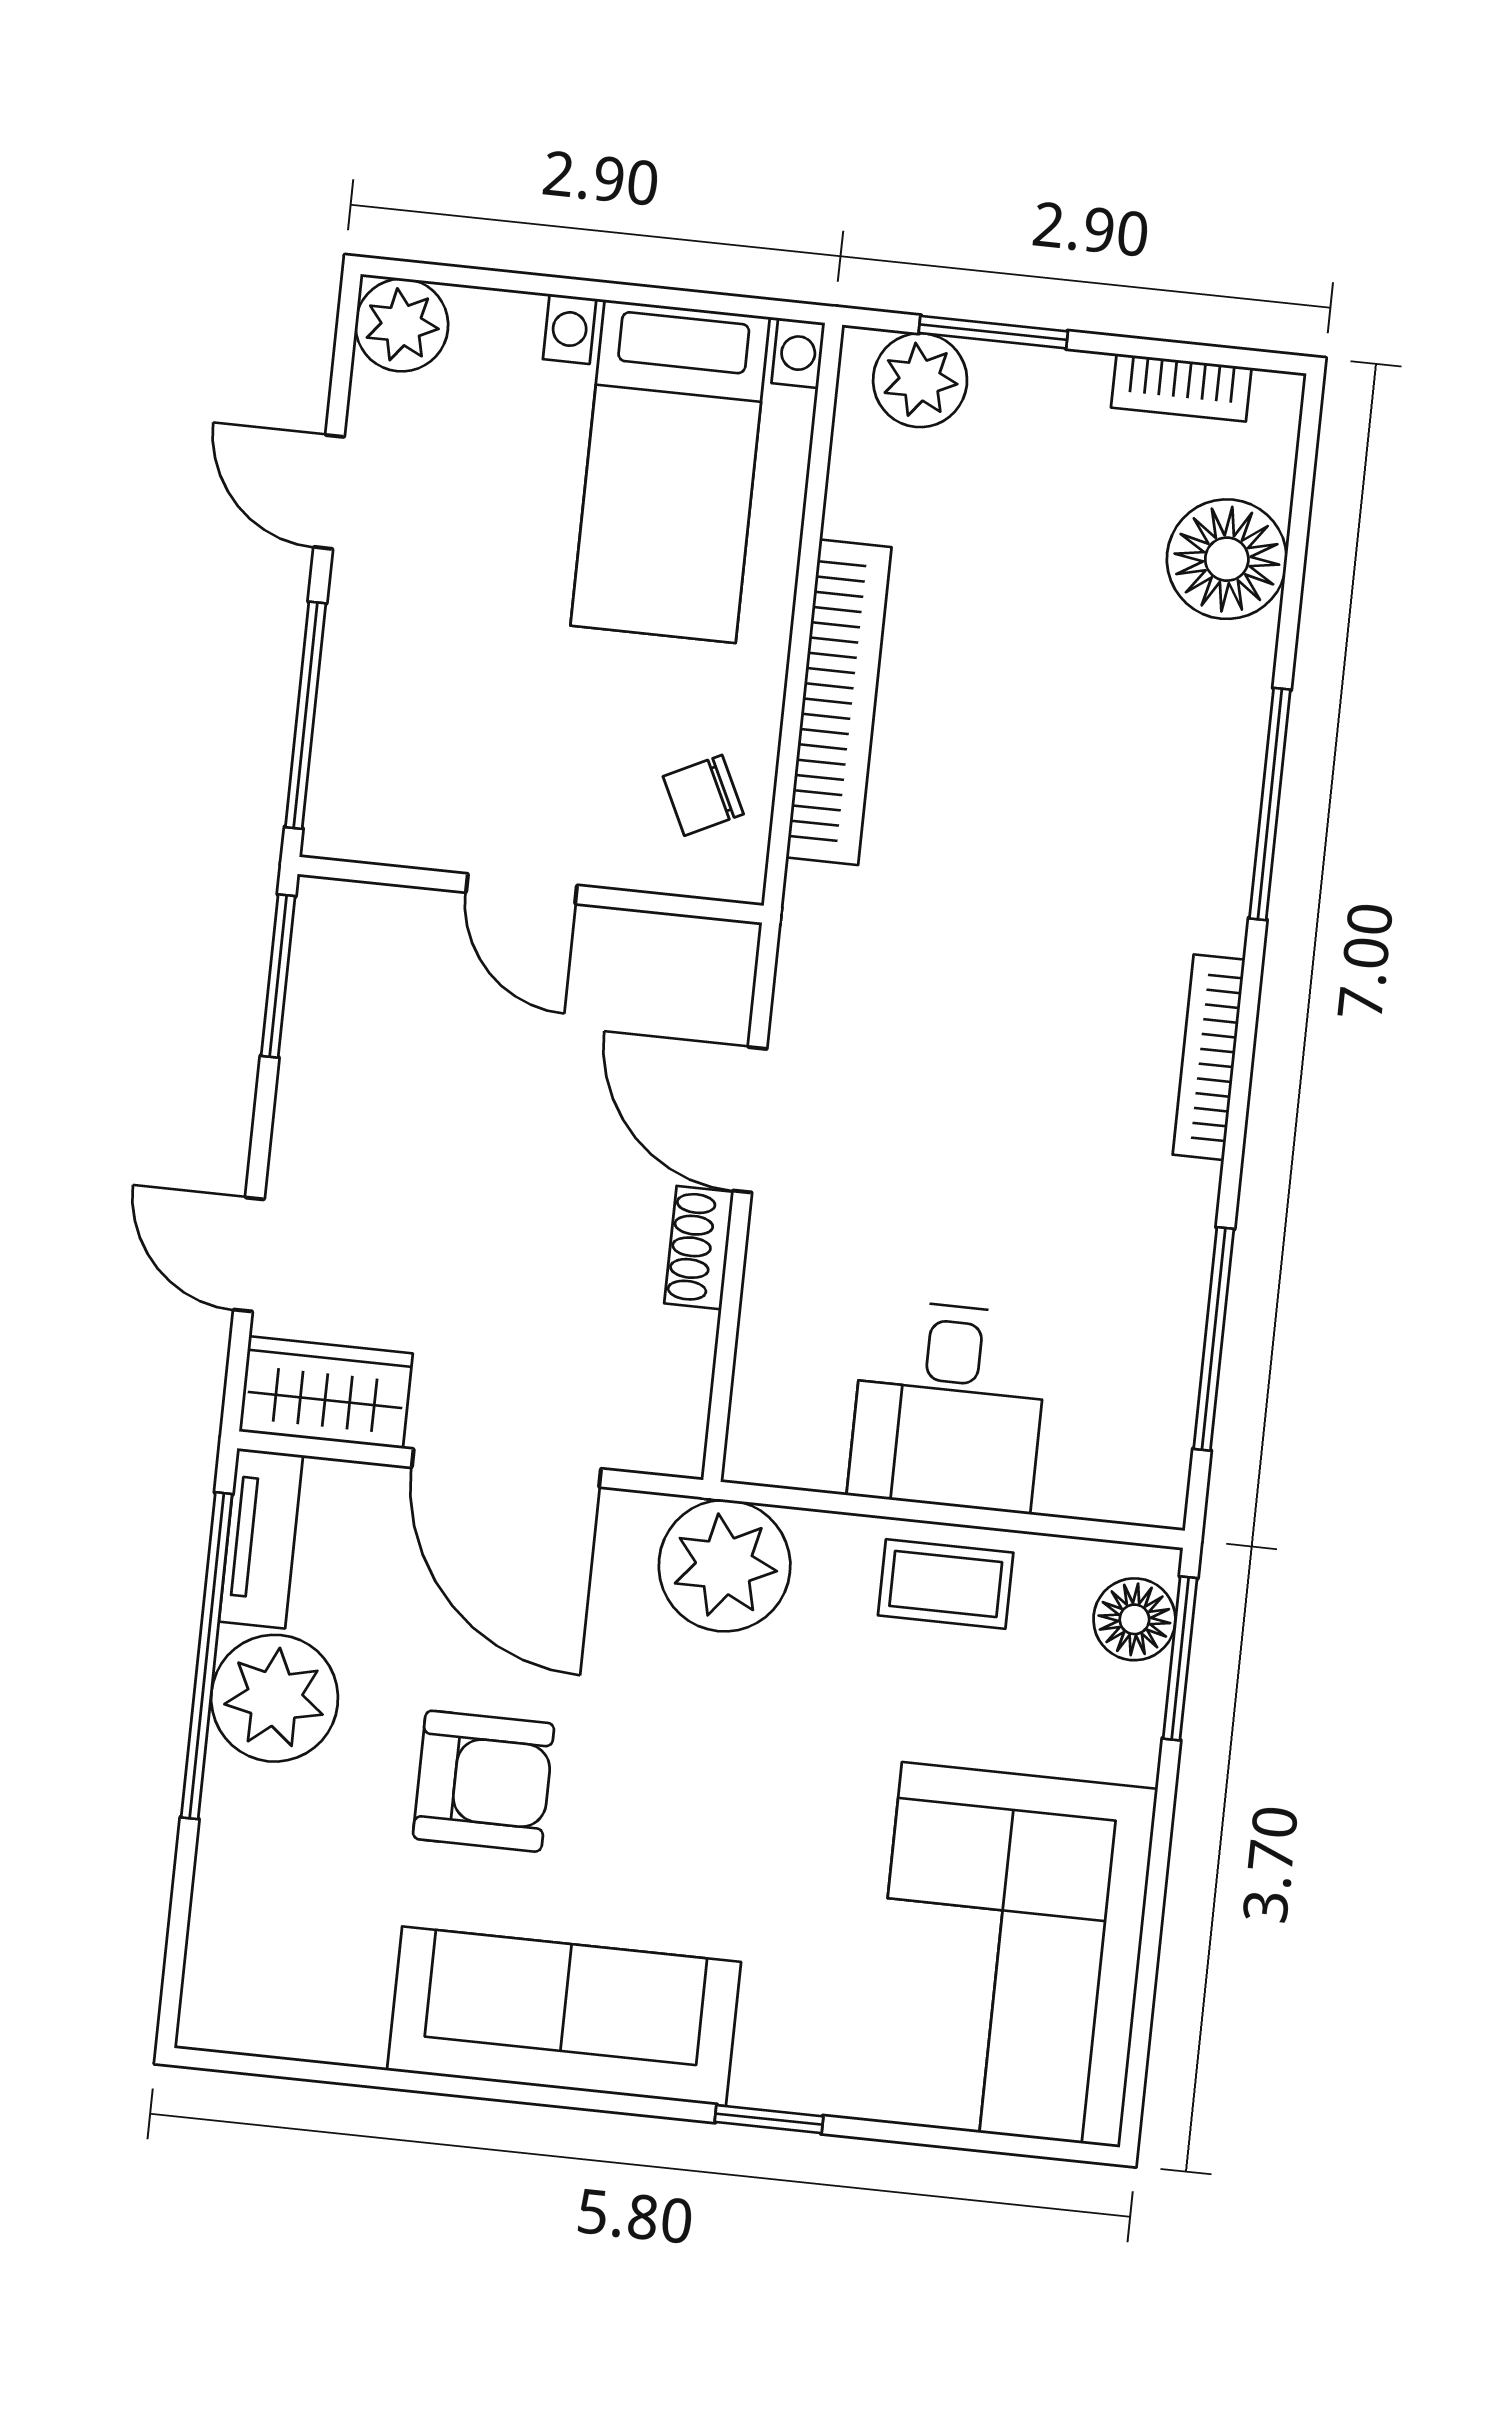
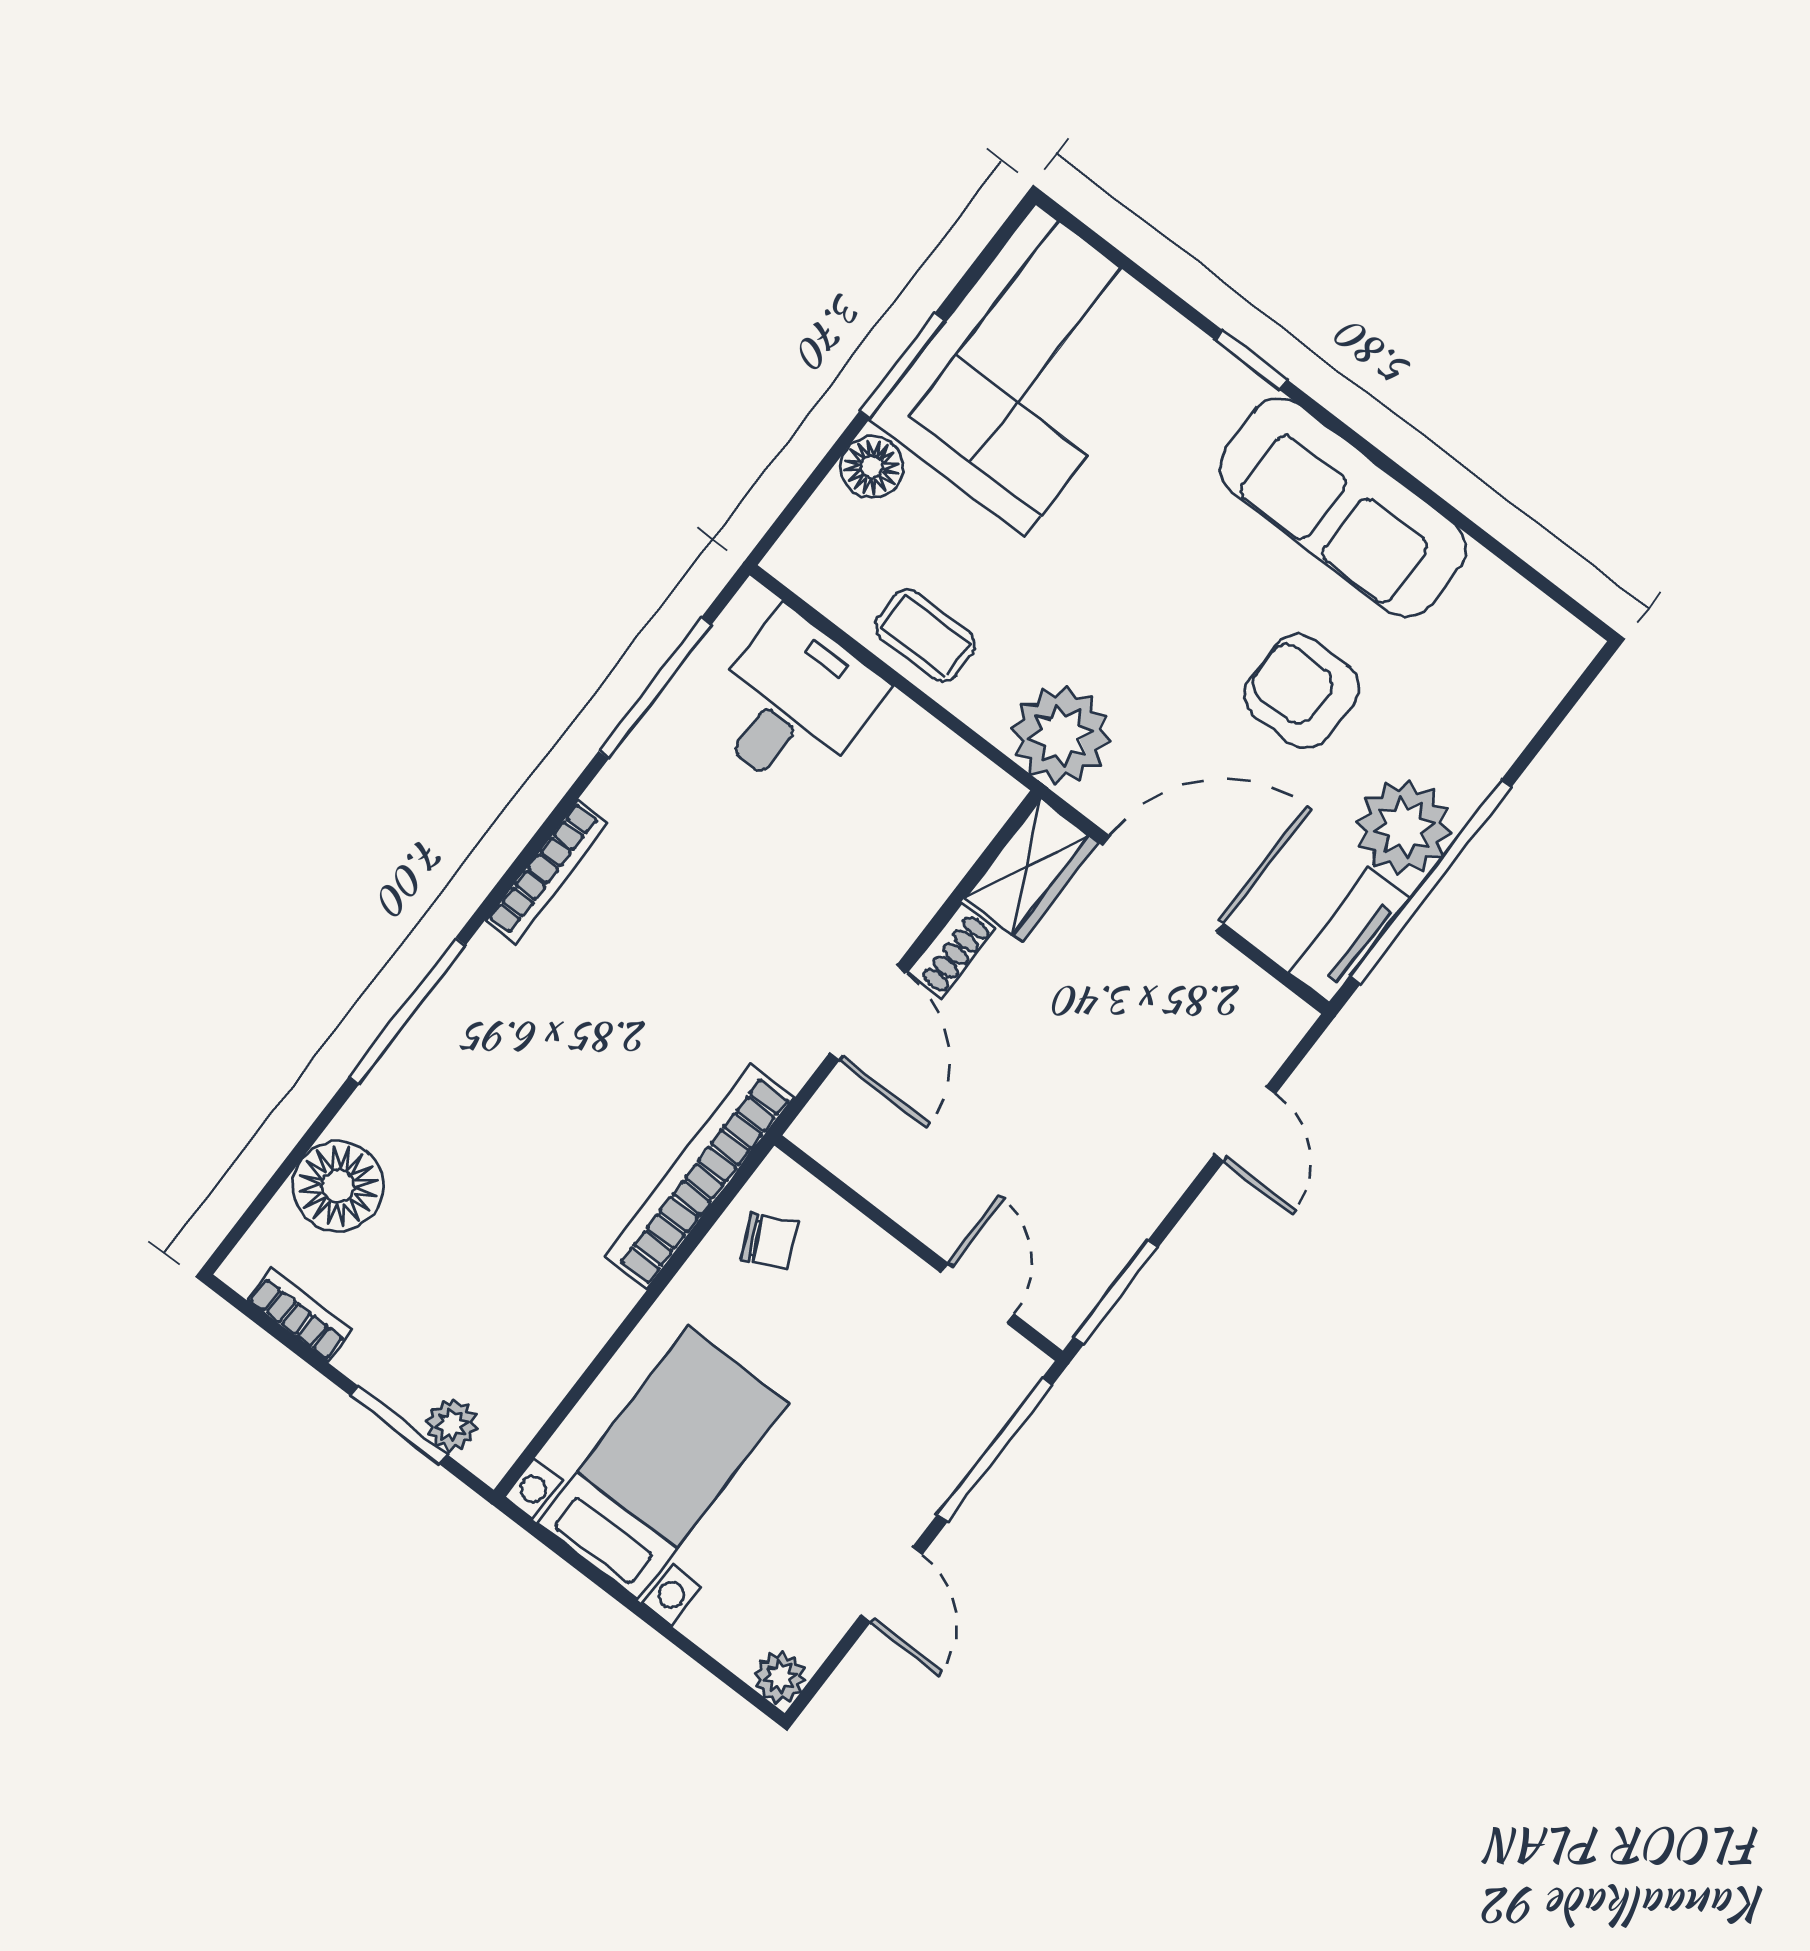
plant: (402, 325) -> (780, 1677), width x0.73, depth x0.73
plant: (920, 380) -> (452, 1425), width x0.73, depth x0.73
bookcase: (839, 702) -> (699, 1177), moved
door: (521, 889) -> (977, 1293), moved
wardrobe: (326, 1392) -> (1031, 870), moved, turned -90
desk: (949, 1406) -> (792, 703), moved
door: (506, 1468) -> (1163, 884), hinge flipped
floor lamp: (1134, 1619) -> (872, 467), moved
window: (1180, 1658) -> (902, 366), moved

